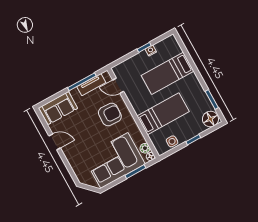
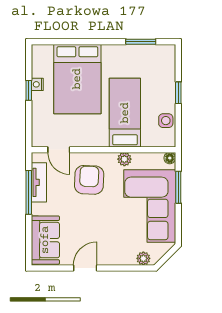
bed: (168, 73) -> (77, 79), width x1.50
door: (118, 86) -> (59, 150), hinge flipped
floor lamp: (210, 119) -> (164, 57), removed
plant: (145, 148) -> (124, 159), moved
plant: (80, 174) -> (143, 258), added

